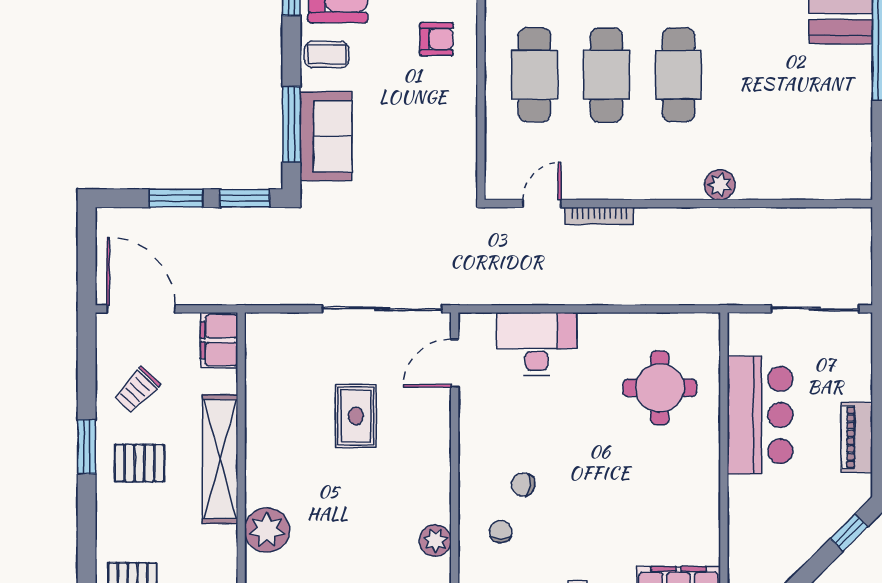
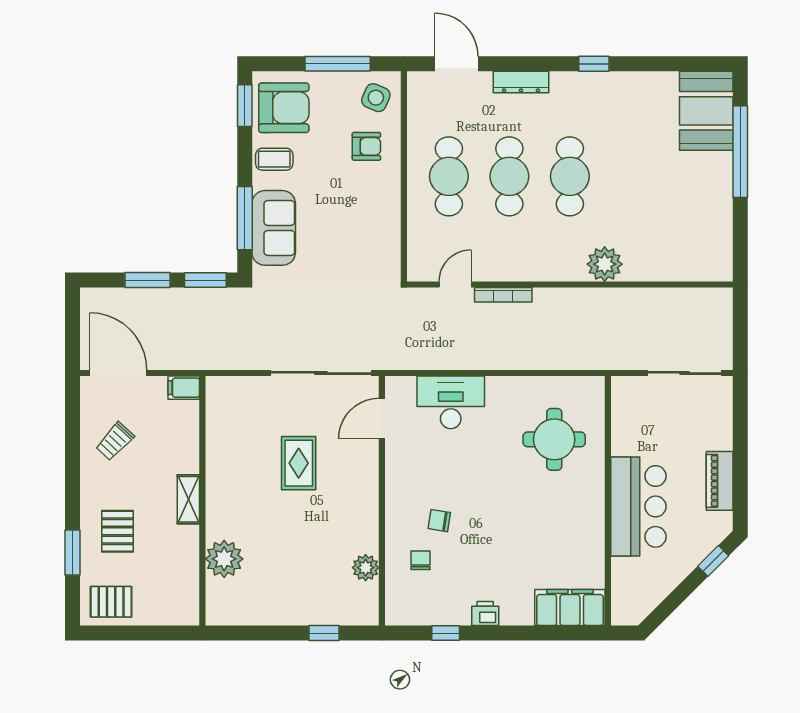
plant: (720, 185) -> (605, 264), width x1.36, depth x1.36
filing cabinet: (219, 340) -> (184, 388), width x0.50
bar counter: (760, 415) -> (638, 506), moved
window: (87, 447) -> (73, 553), moved
shelving: (220, 459) -> (188, 499), width x0.45, depth x0.75
pallet: (139, 463) -> (118, 531), moved, turned 90

